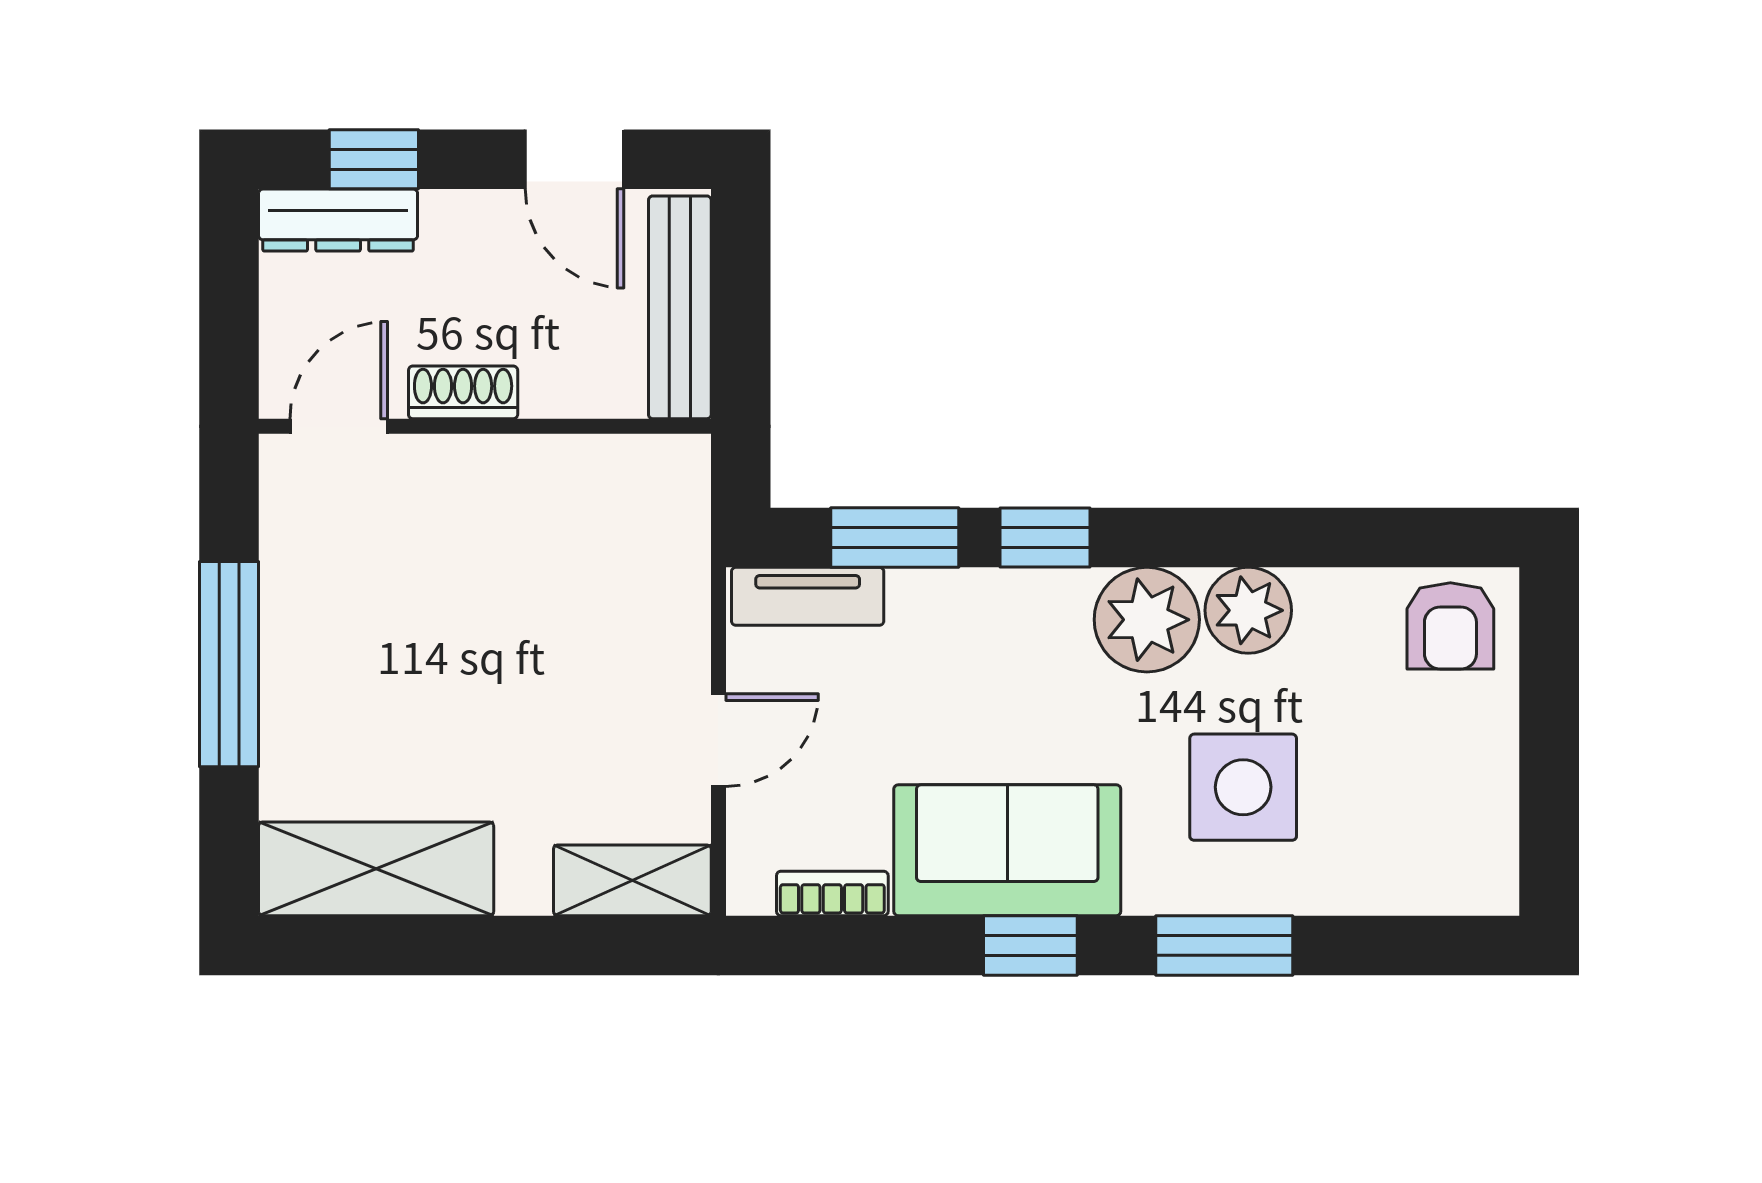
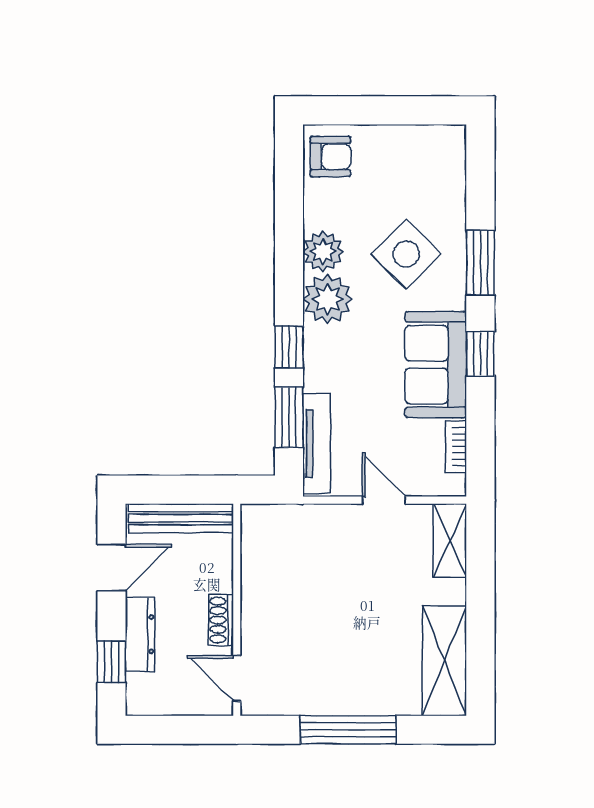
dresser: (338, 220) -> (140, 634), moved
tv unit: (808, 596) -> (317, 444), width x1.41
side table: (1243, 787) -> (406, 254), turned 45

